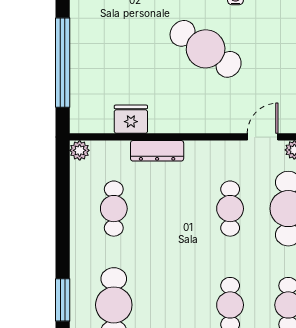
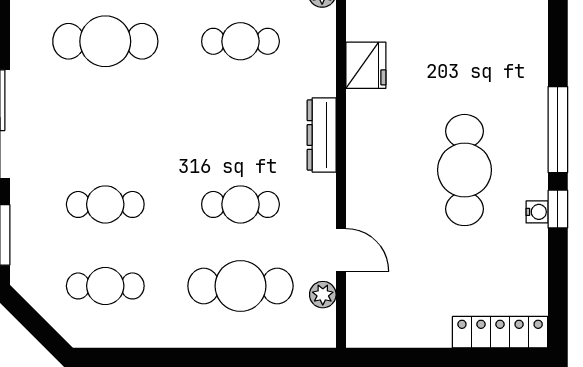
cafe table: (206, 49) -> (464, 170), turned -34
dresser: (157, 151) -> (322, 135), moved

